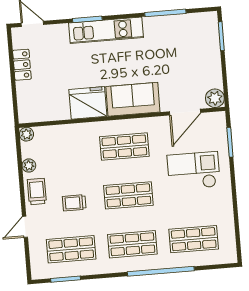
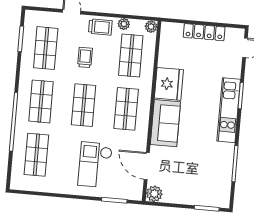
locker: (22, 65) -> (204, 32), width x1.53
shop shelf: (63, 152) -> (131, 56), added
checkout: (194, 171) -> (95, 165), turned 180

